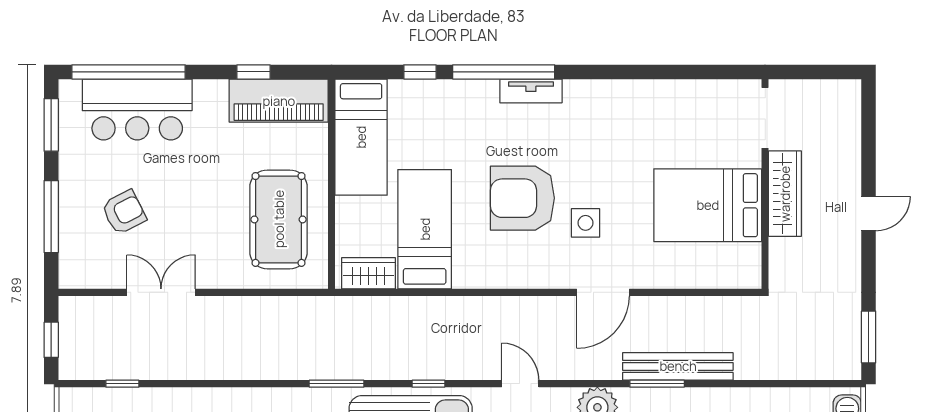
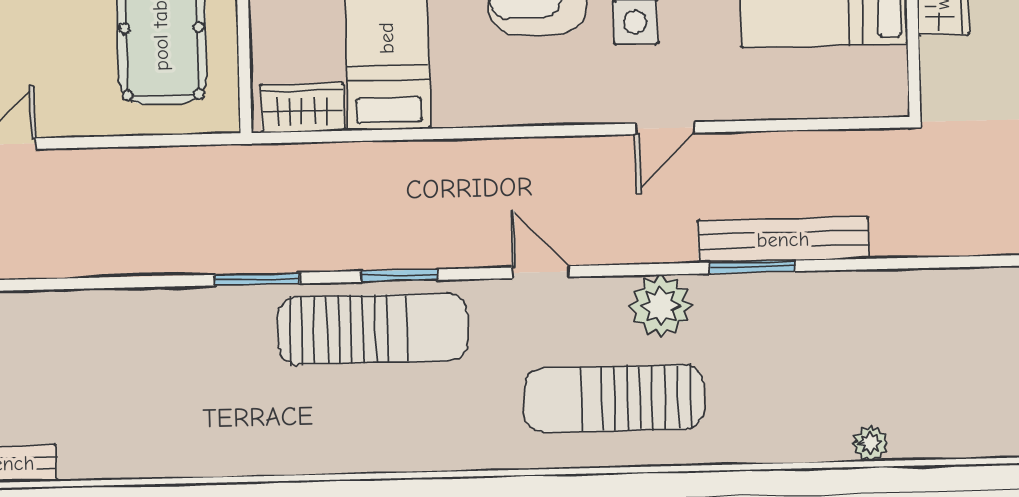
door: (603, 292) -> (665, 128), width x0.73
window: (428, 384) -> (399, 276), width x1.50

